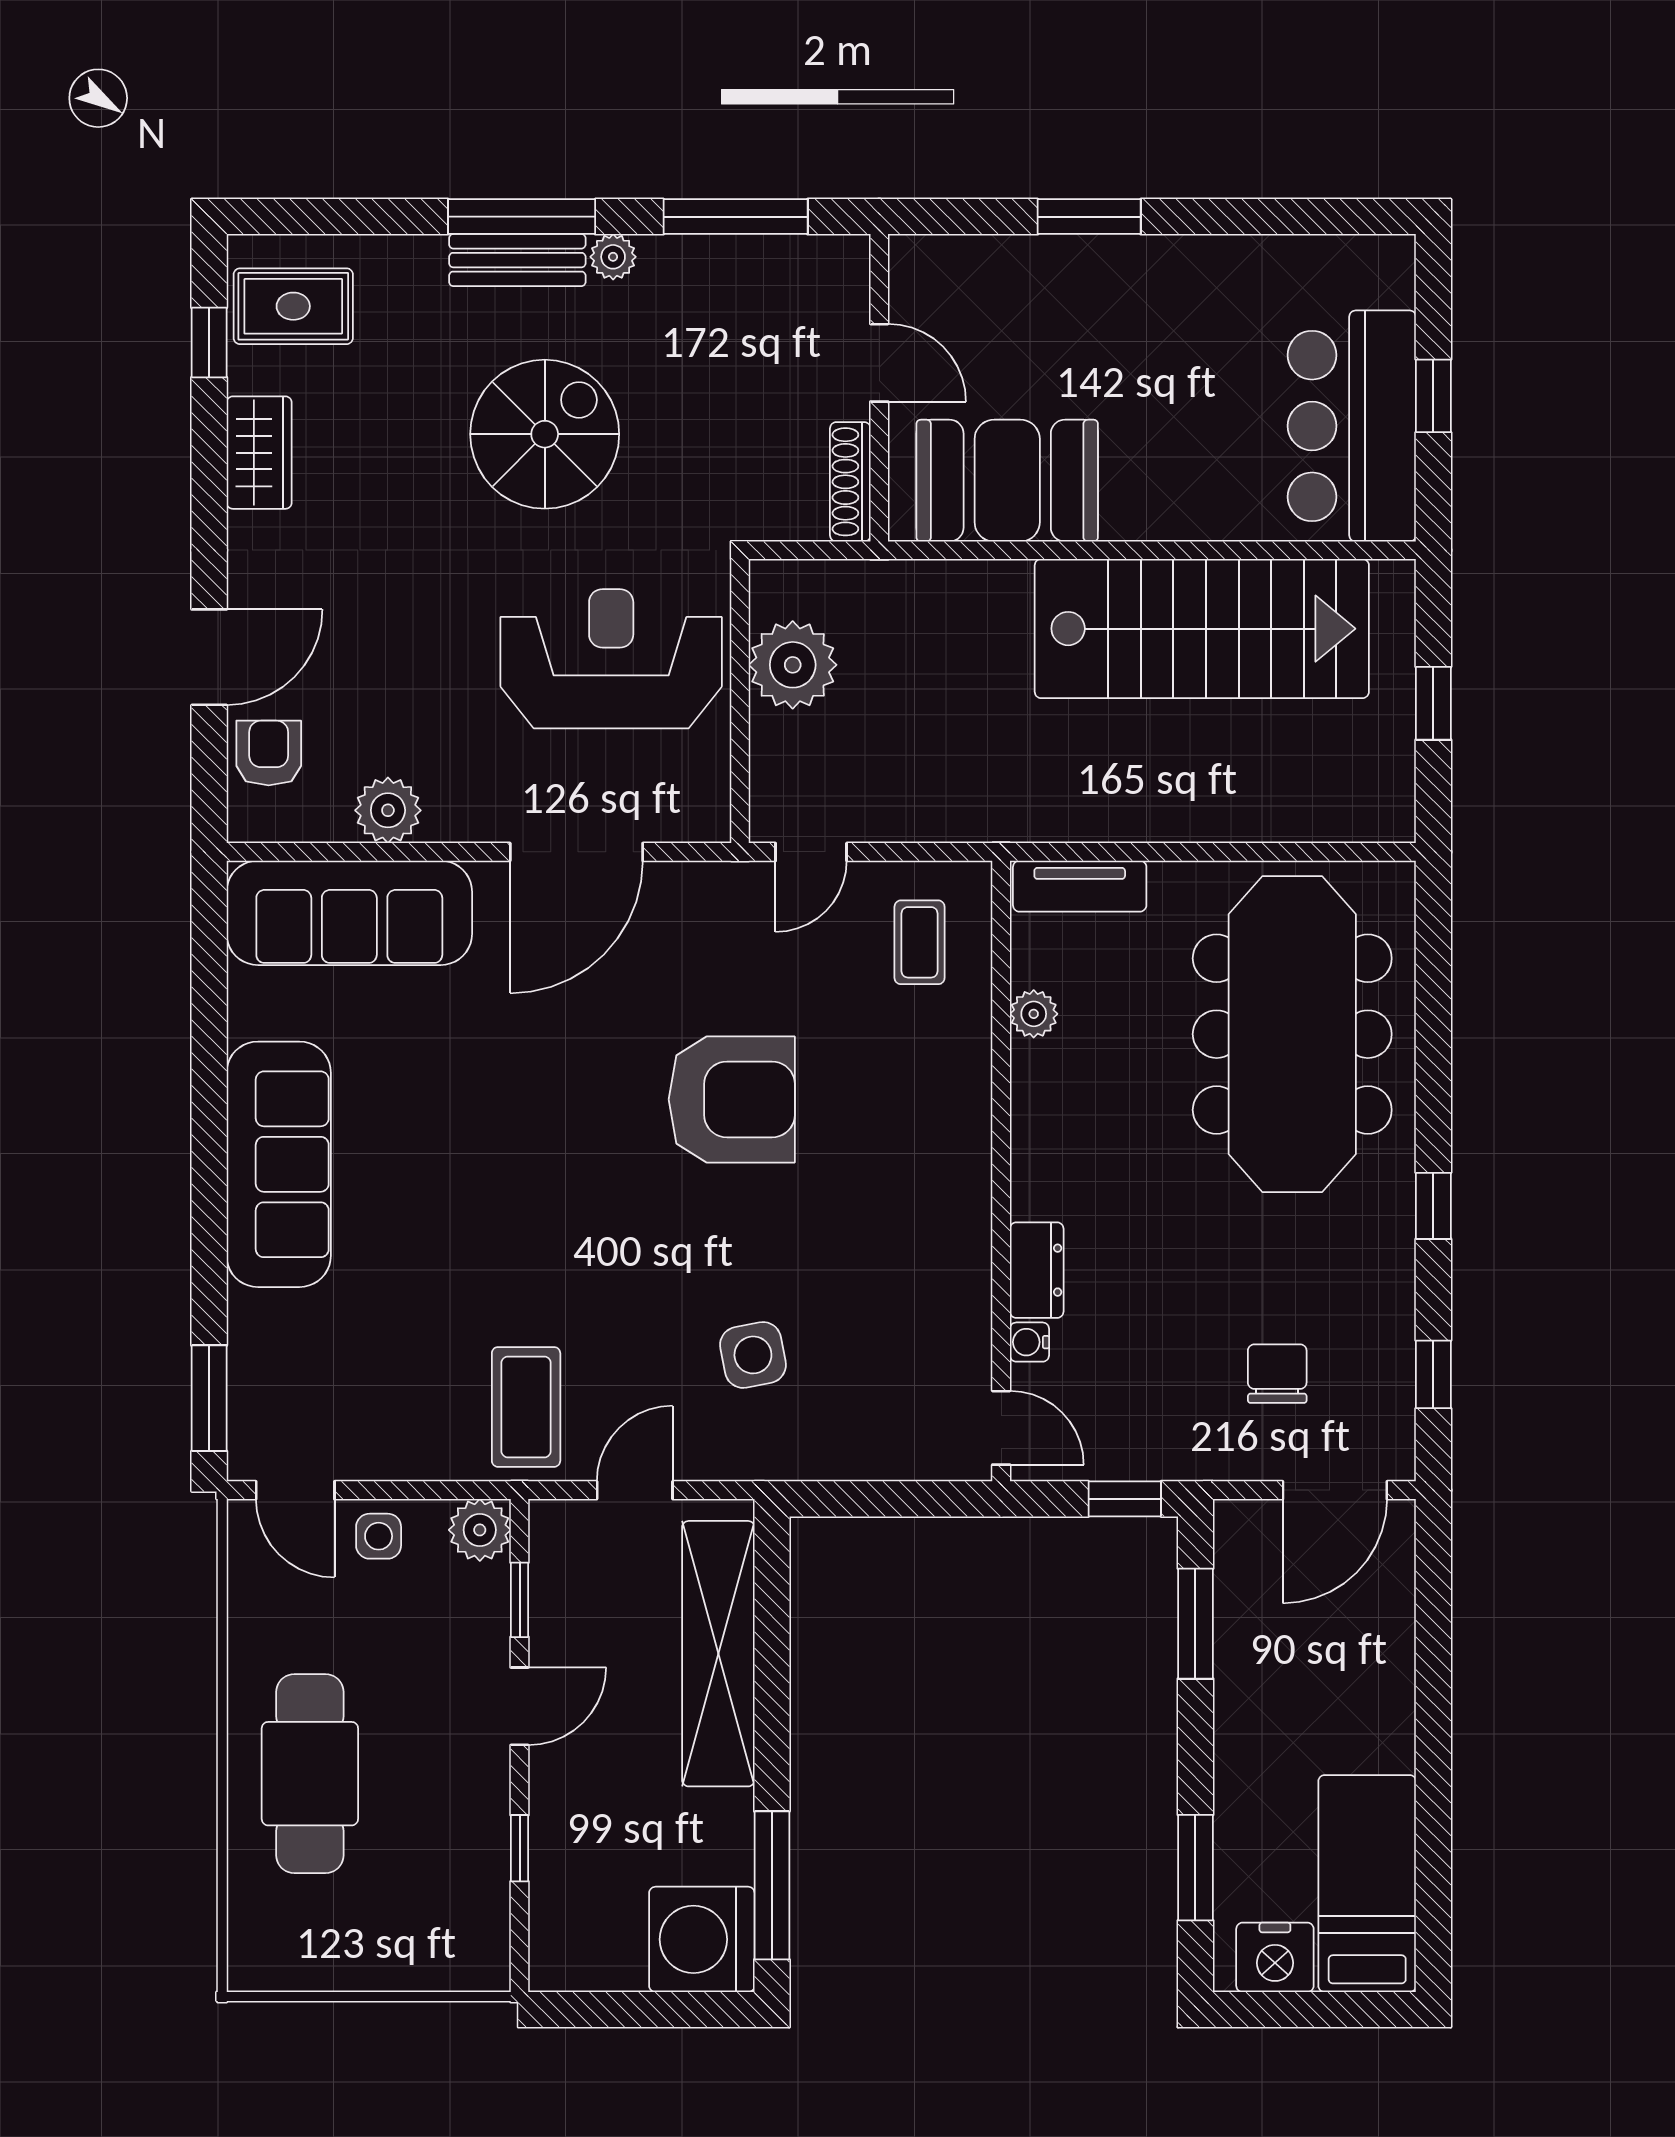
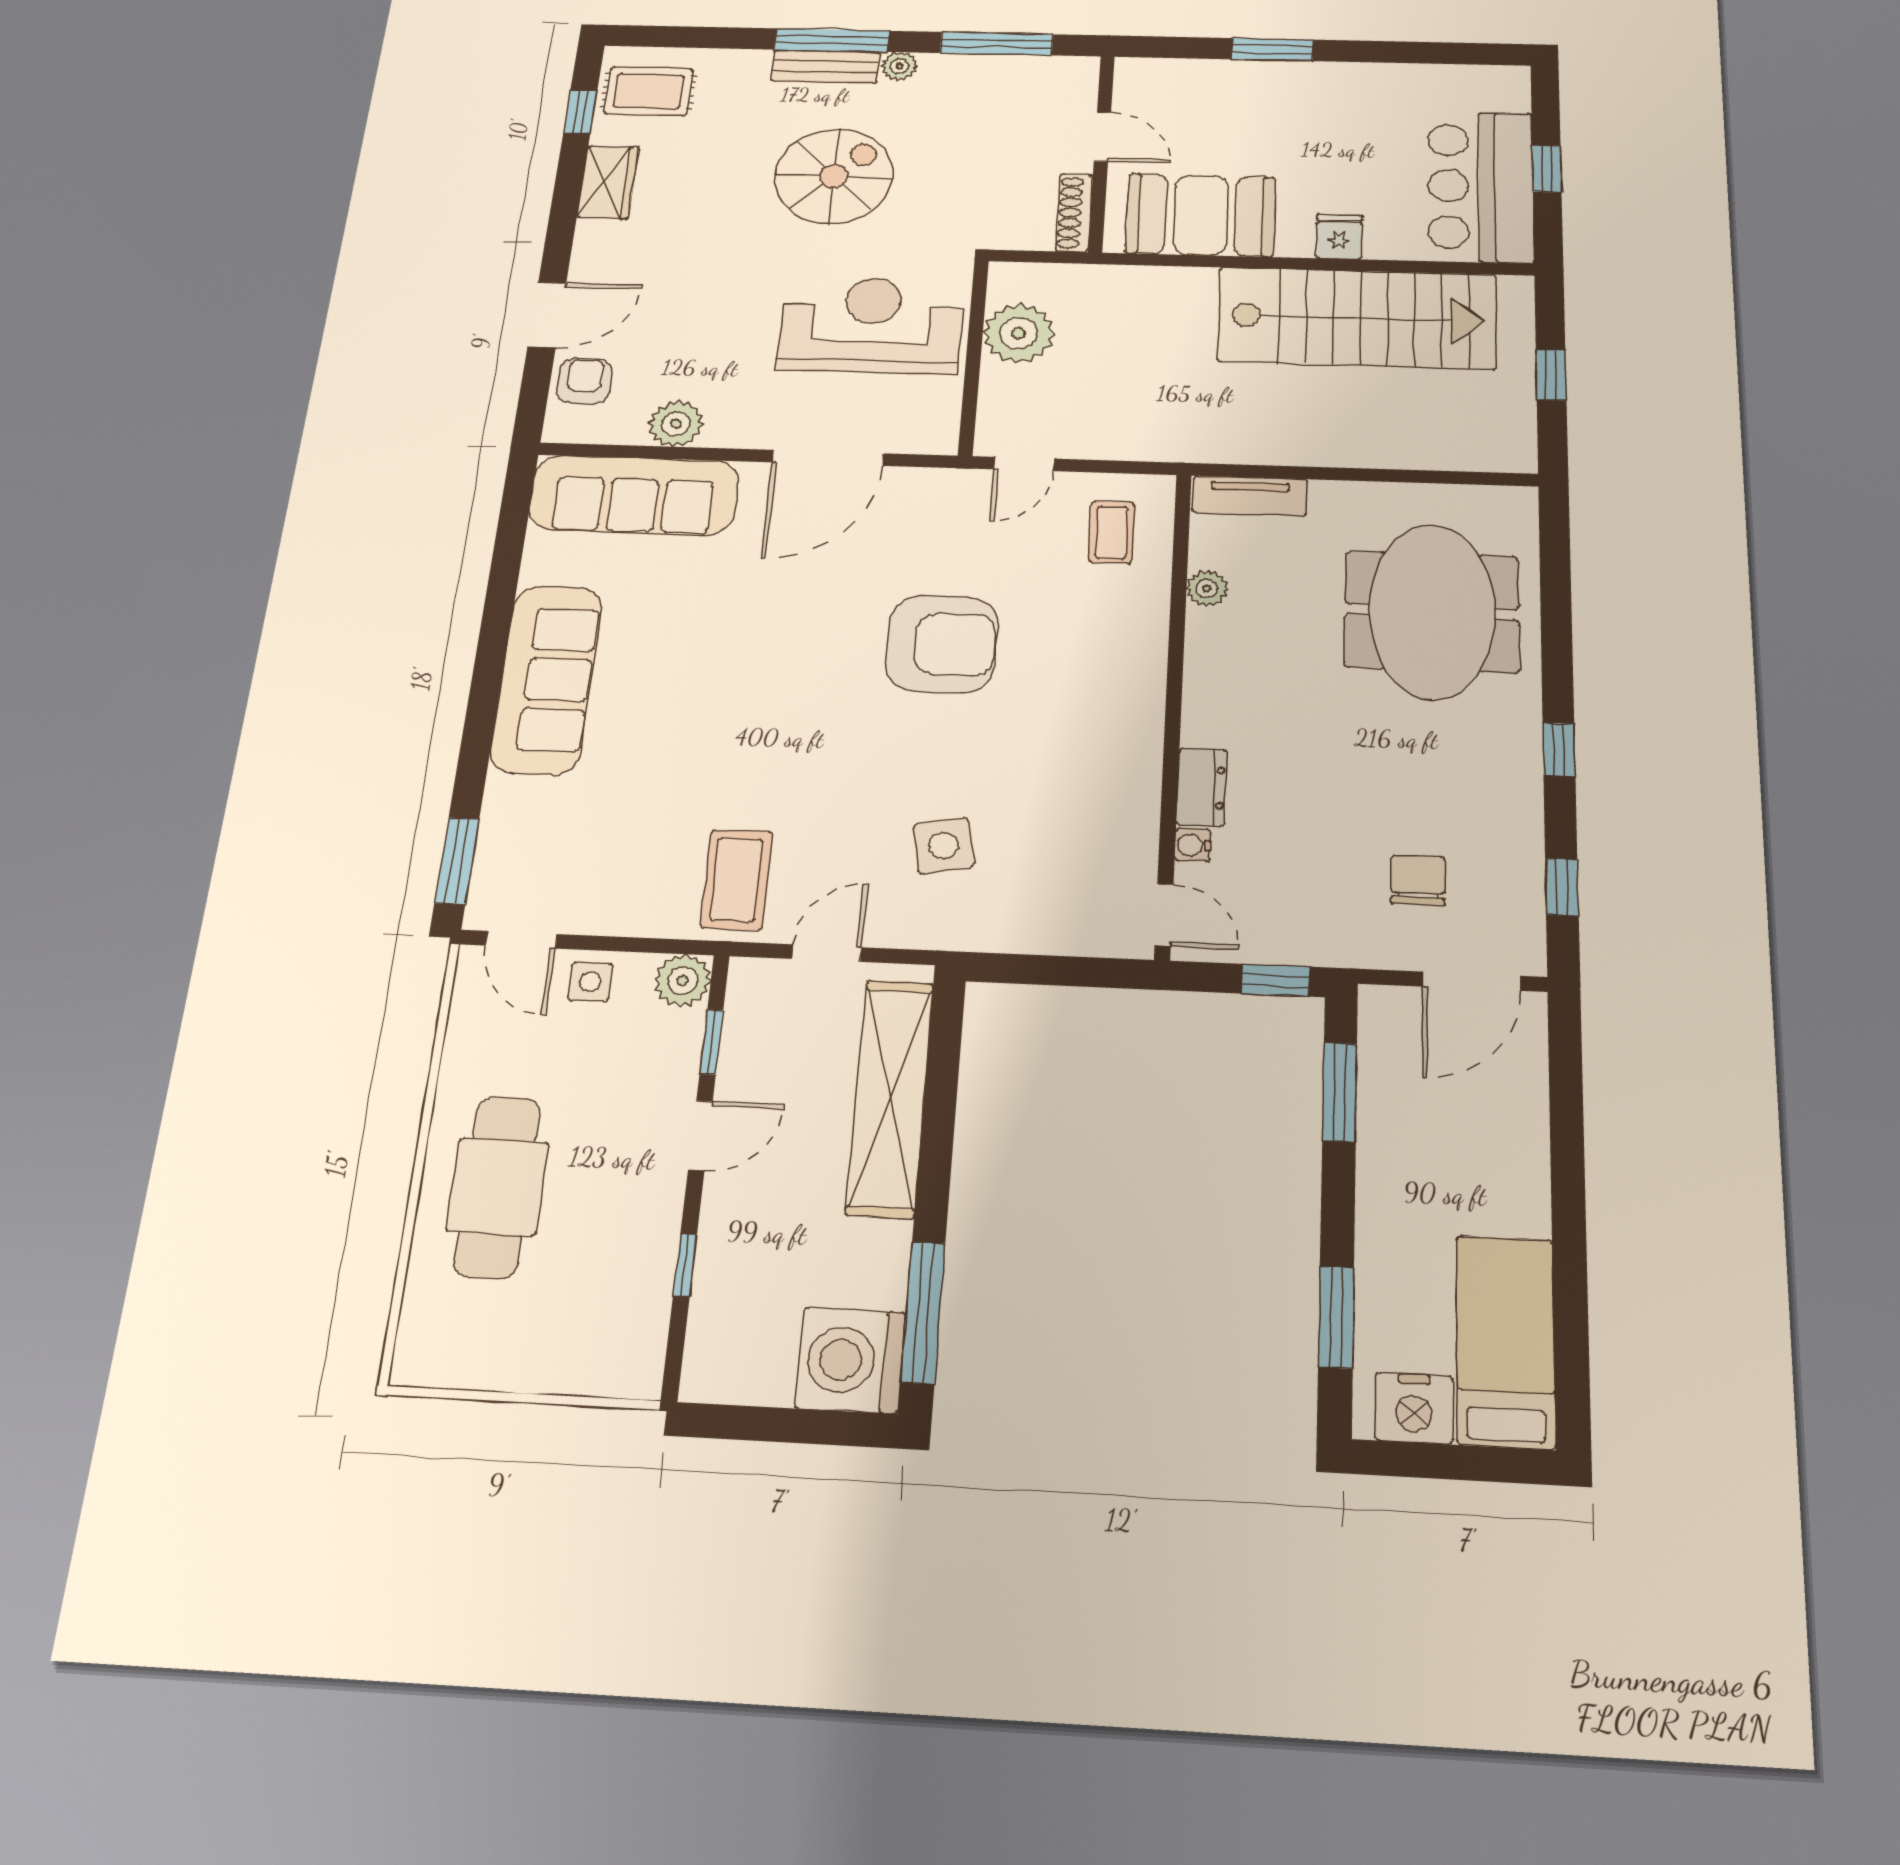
fridge: (1178, 508) -> (1339, 237), added
meeting table: (1292, 1034) -> (1432, 612), width x0.73

